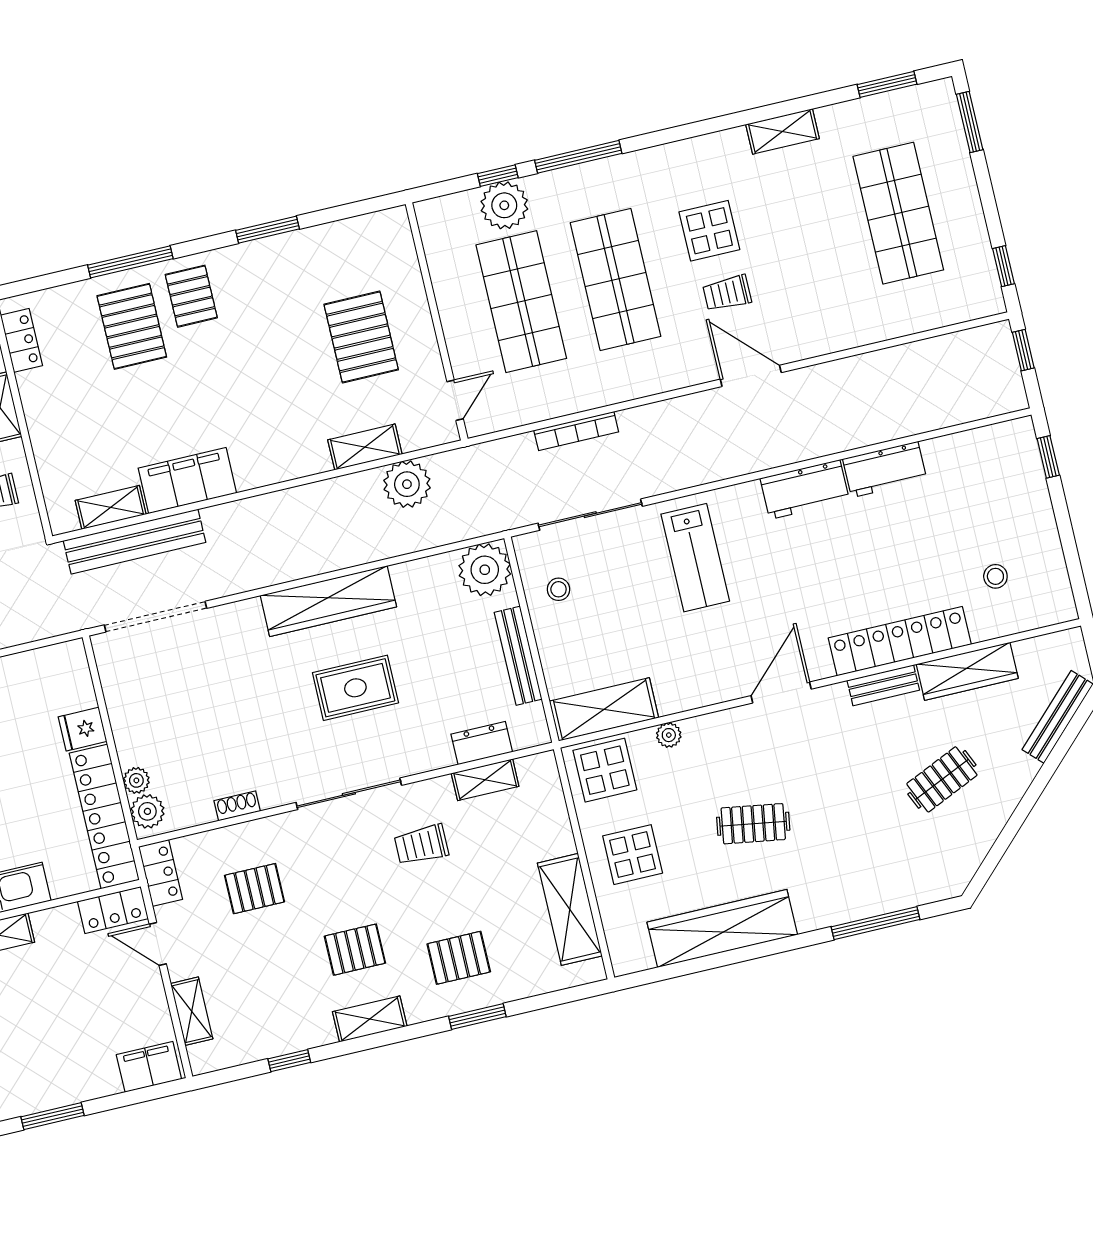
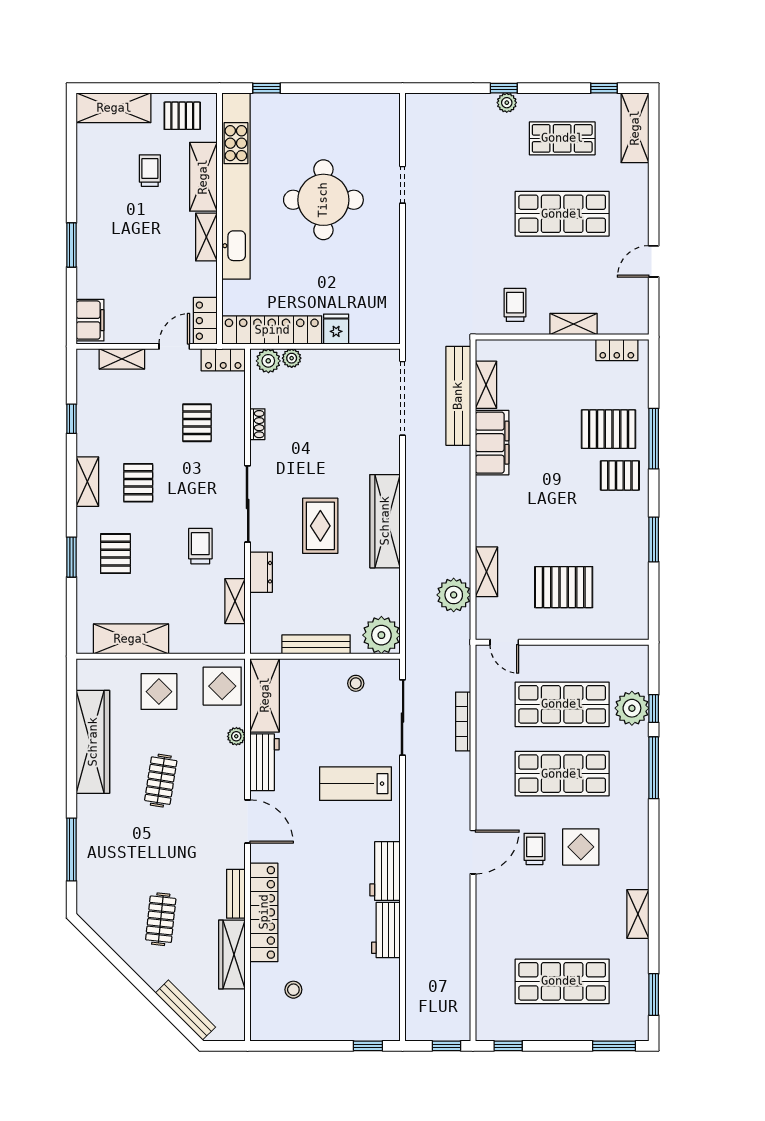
workbench: (695, 688) -> (265, 762), added
dresser: (482, 743) -> (261, 572), moved
clothes rail: (942, 779) -> (161, 919), turned 30

